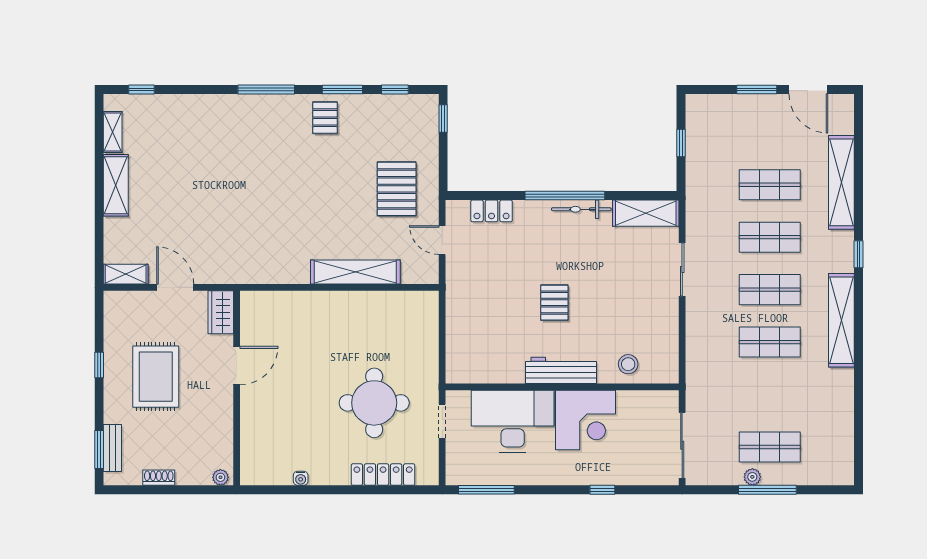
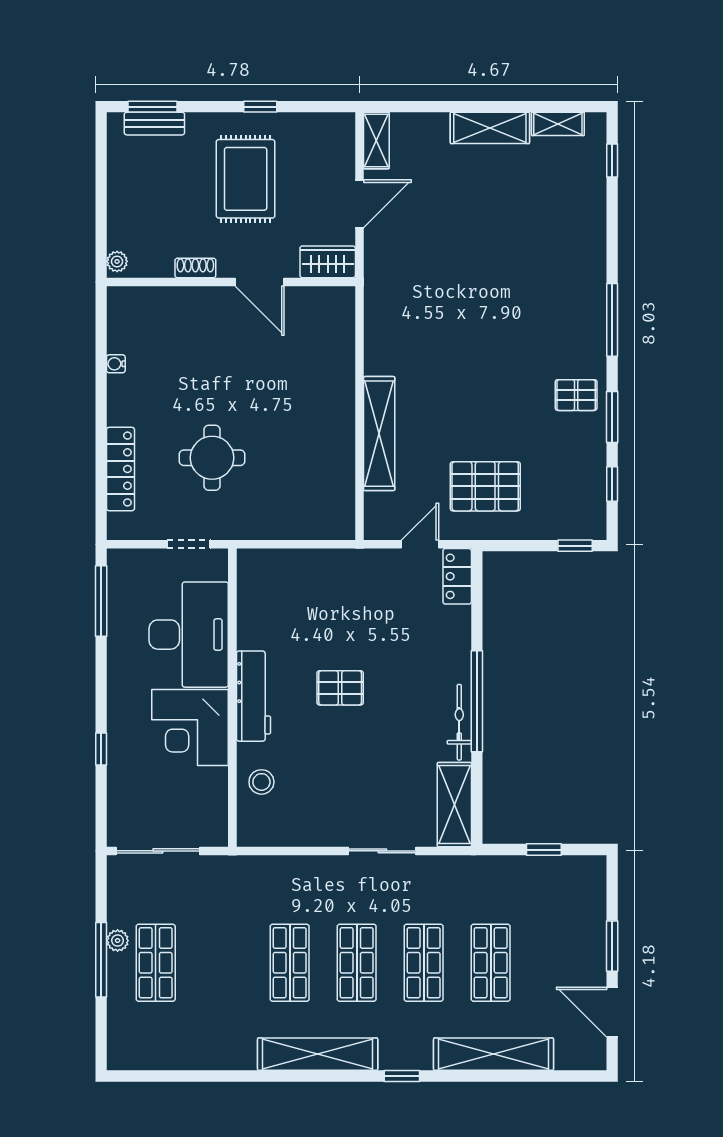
door: (808, 90) -> (612, 1012), hinge flipped
locker: (492, 211) -> (457, 576), moved
rug: (156, 377) -> (246, 179), turned 90
round table: (374, 403) -> (212, 458), width x0.73, depth x0.73
shoe rack: (159, 478) -> (195, 268), moved, turned -90

